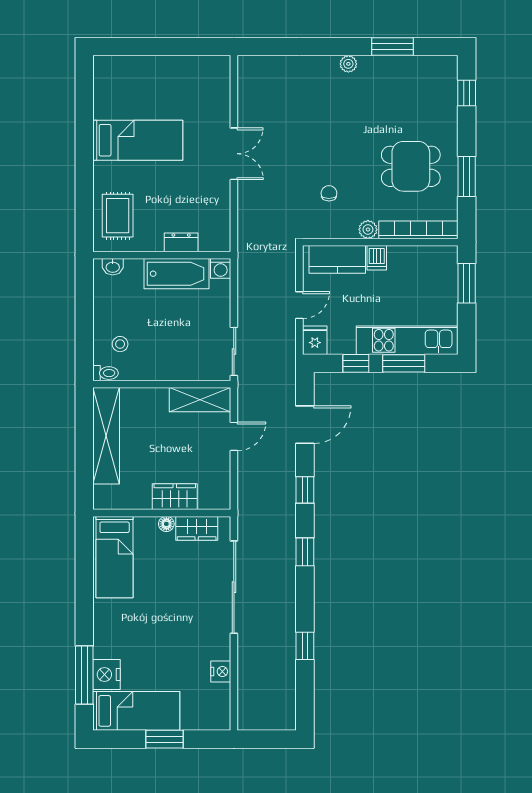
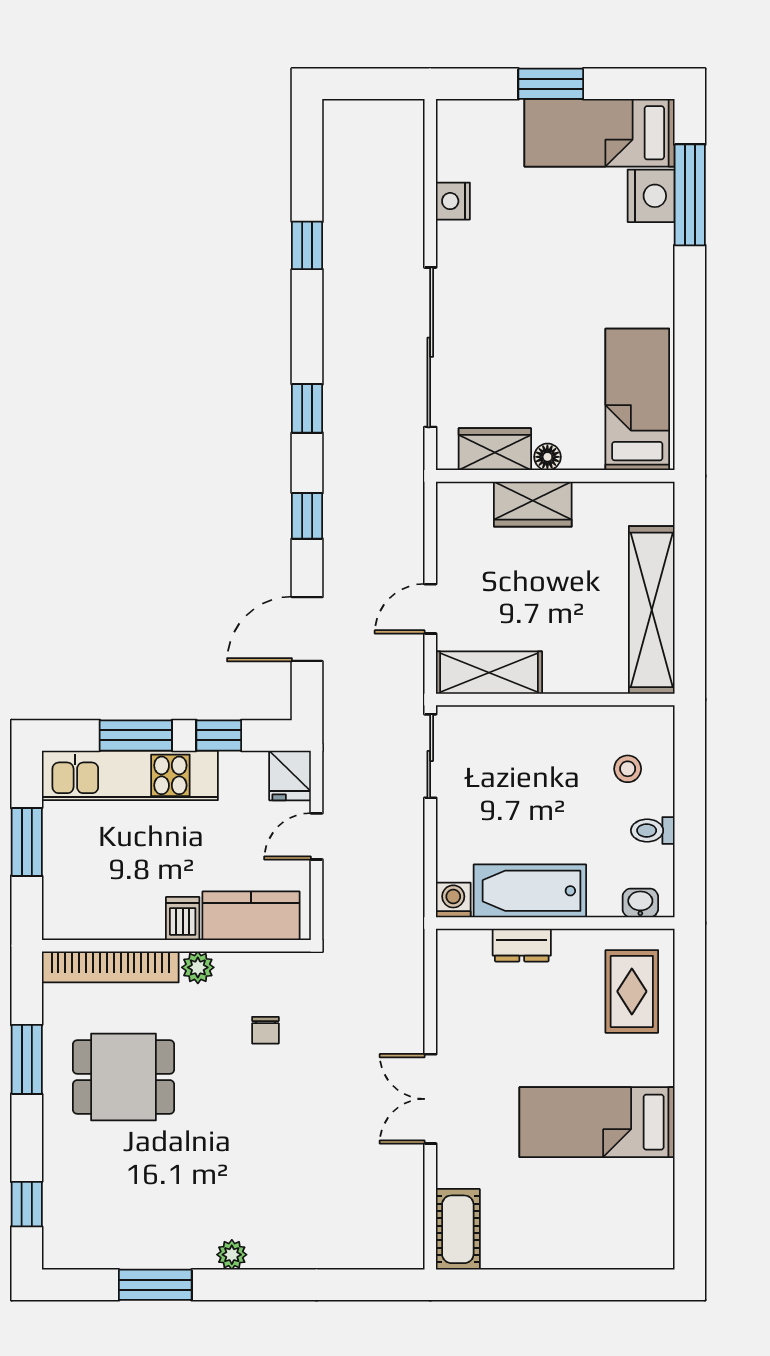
cot: (218, 78) -> (458, 1229), added
window: (467, 283) -> (27, 842), moved
toilet: (106, 373) -> (653, 830), moved

